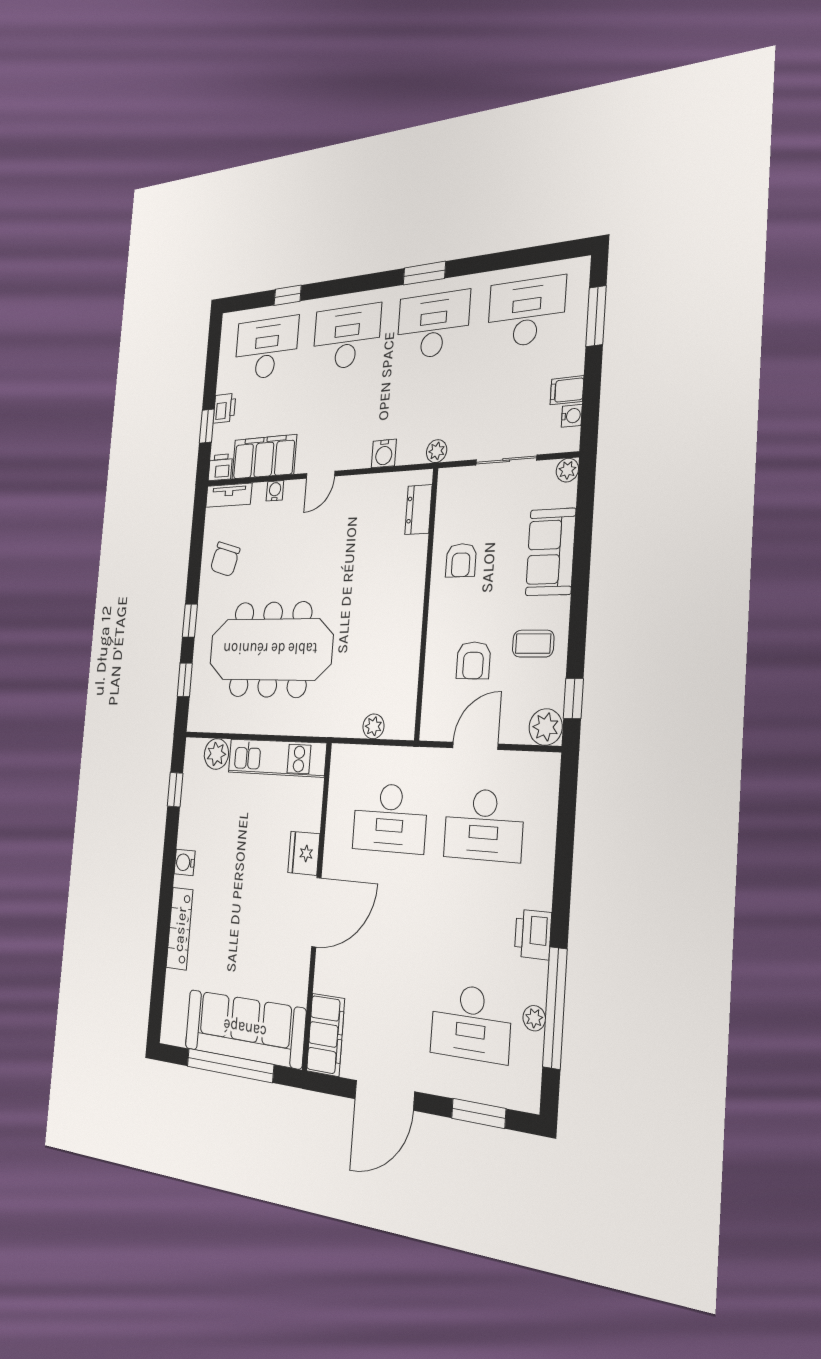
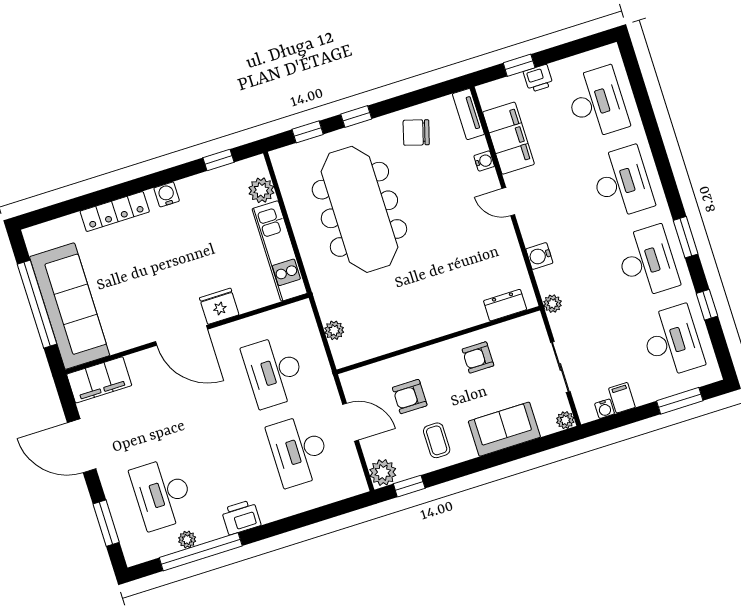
window: (288, 295) -> (707, 305), moved
printer: (220, 467) -> (489, 95), removed

